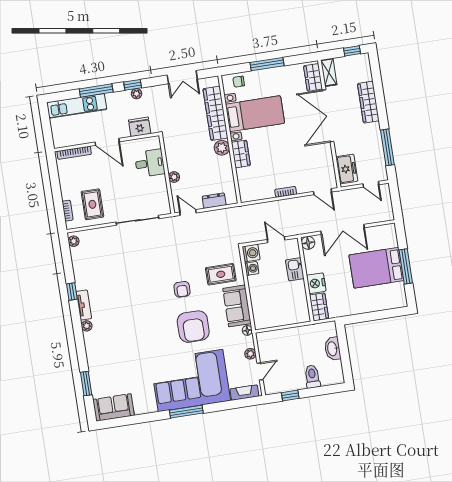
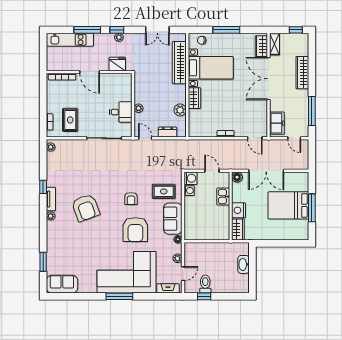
plant: (222, 148) -> (180, 110), moved
desk: (150, 163) -> (121, 112), moved
armchair: (128, 309) -> (86, 208), added
toilet: (312, 377) -> (205, 284), moved

